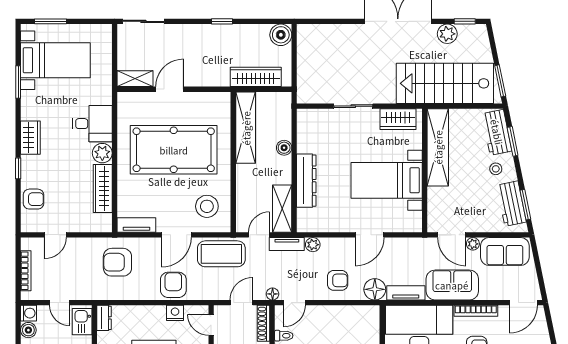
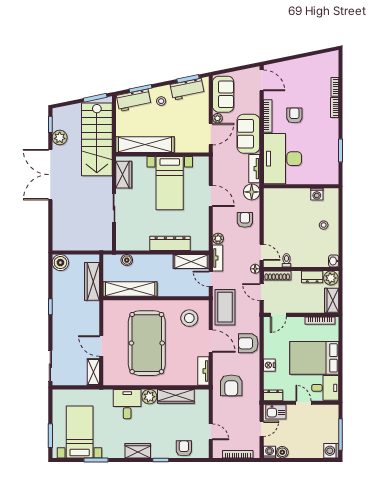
boiler: (284, 148) -> (127, 260), moved
nightstand: (175, 313) -> (269, 365), moved

